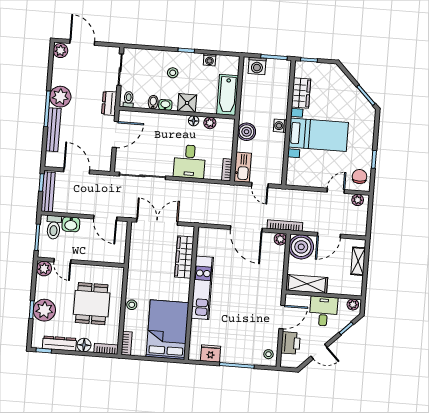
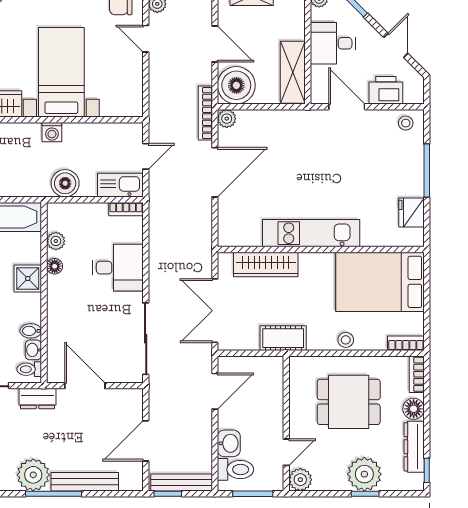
washbasin: (165, 105) -> (33, 350), moved
cot: (136, 265) -> (283, 338), added

